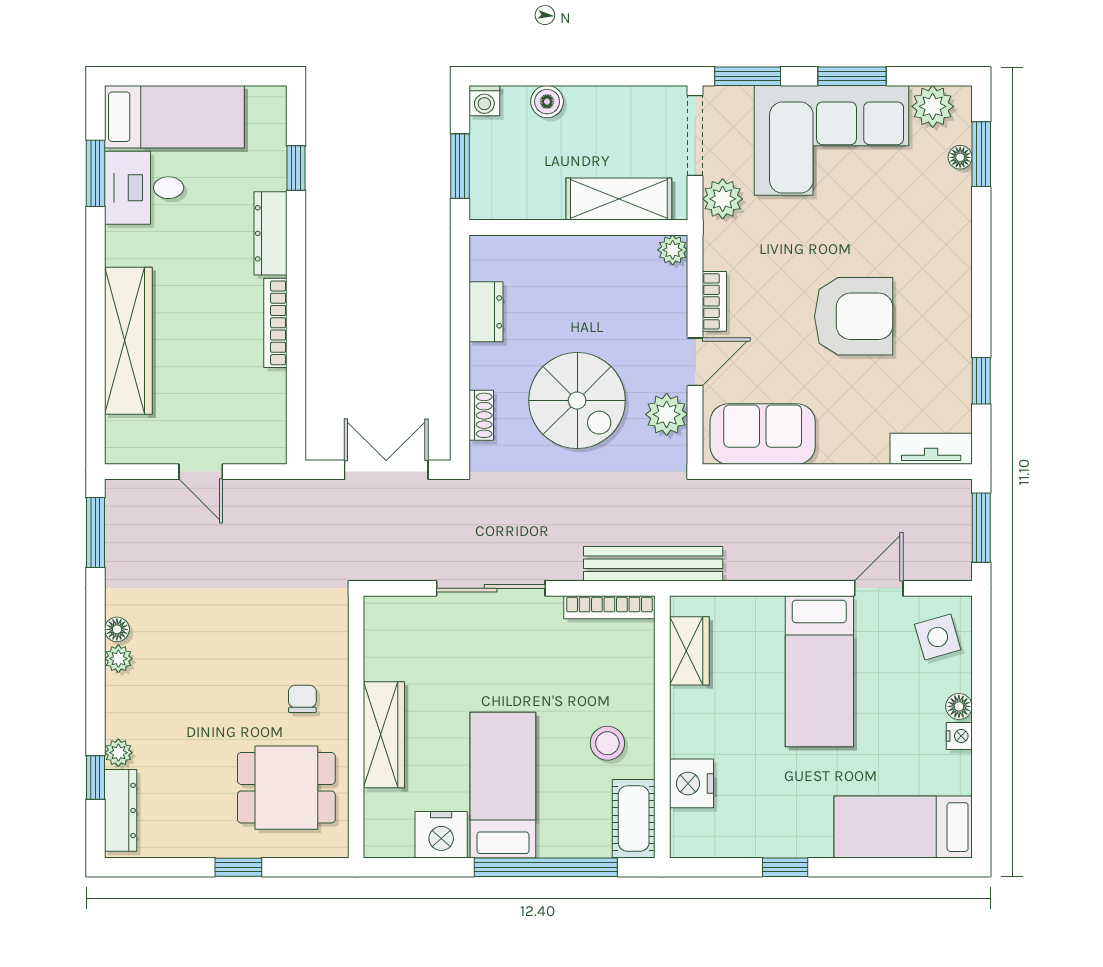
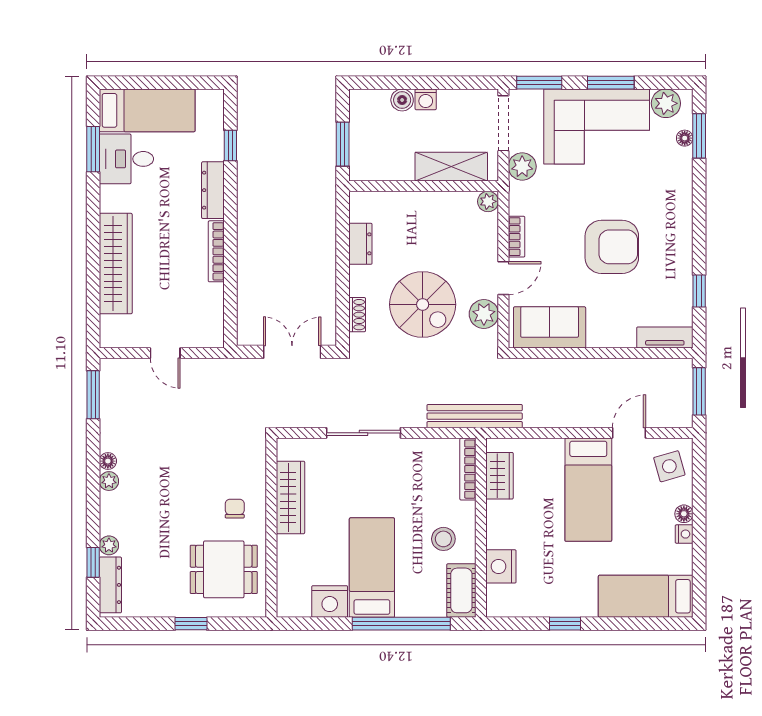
washing machine: (484, 101) -> (426, 99), moved
bookcase: (609, 607) -> (468, 469), moved, turned 90
wardrobe: (384, 735) -> (291, 497), moved

